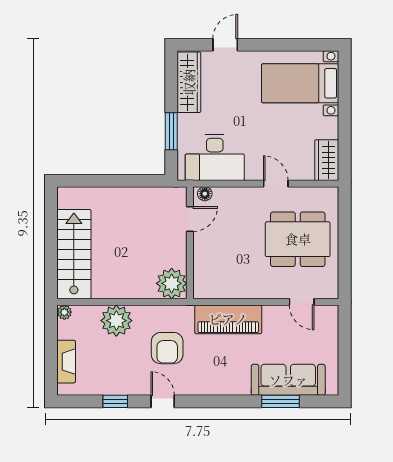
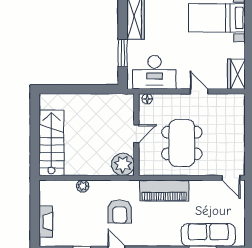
door: (190, 219) -> (136, 134), moved
dining table: (298, 239) -> (182, 143), moved, turned 90
door: (302, 302) -> (231, 178), moved
plant: (64, 312) -> (44, 185), removed
plant: (116, 321) -> (83, 186), width x0.53, depth x0.53

